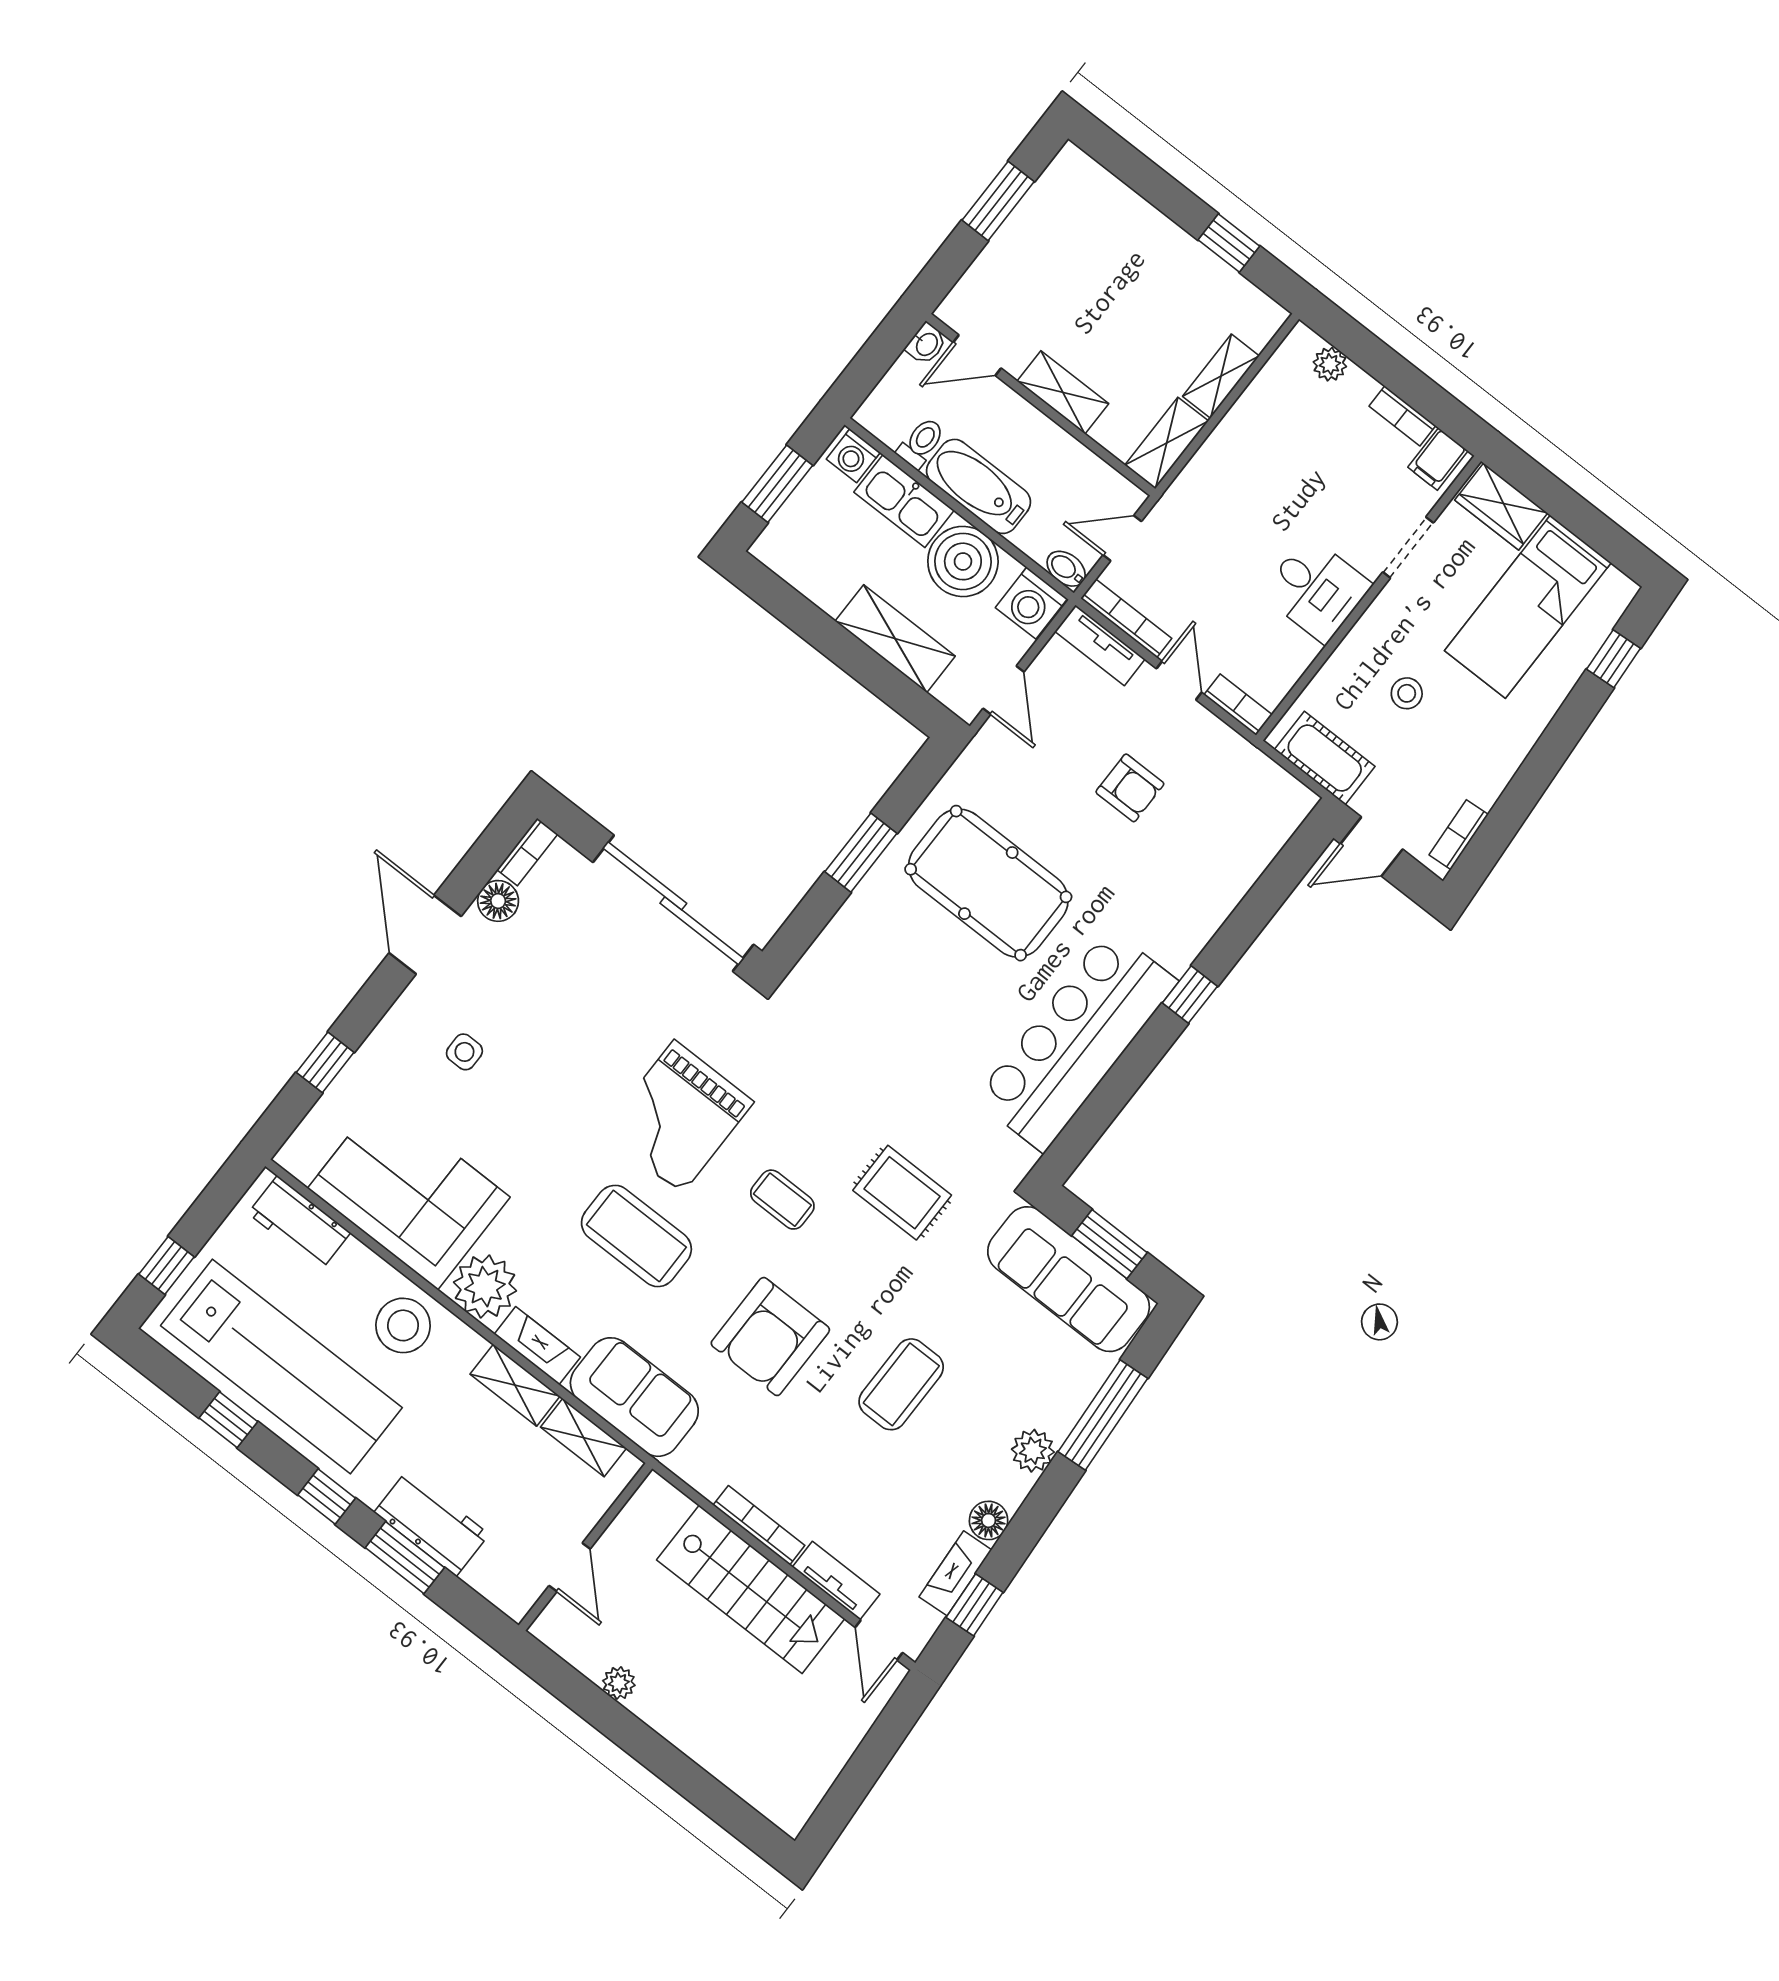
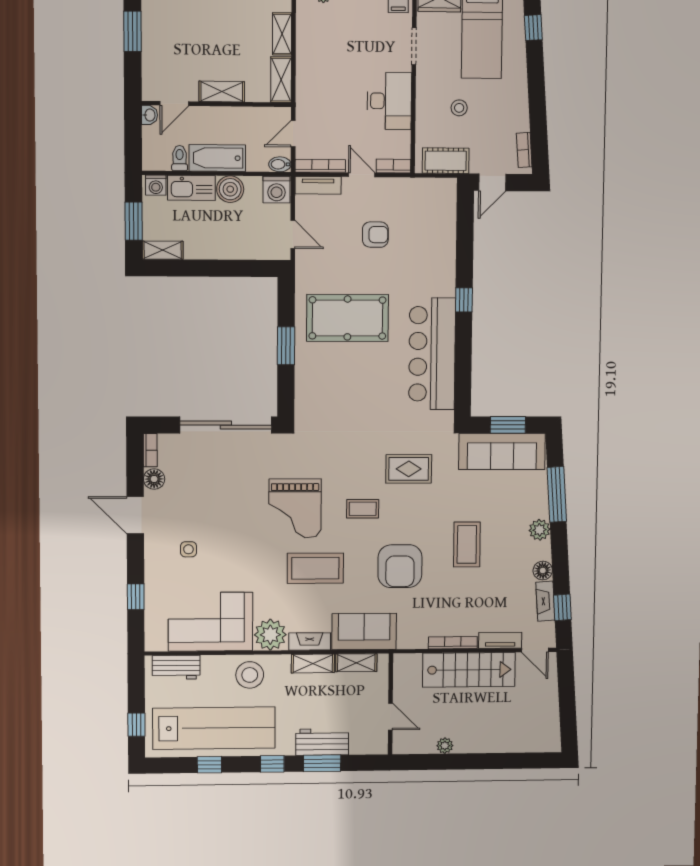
boiler: (963, 561) -> (230, 189), width x0.73, depth x0.73
desk: (1316, 589) -> (389, 101), width x1.37
shelving: (895, 639) -> (163, 250), moved, width x0.67, depth x0.75

